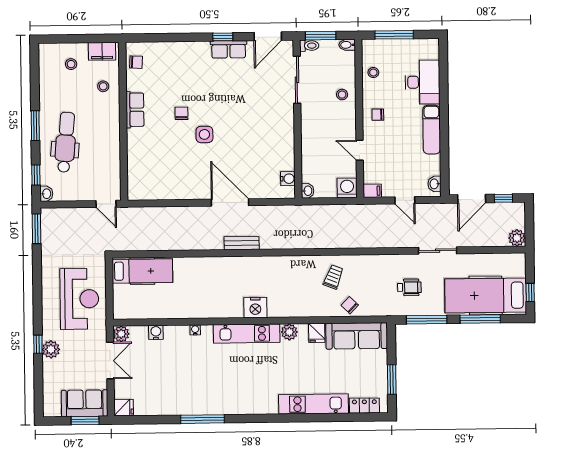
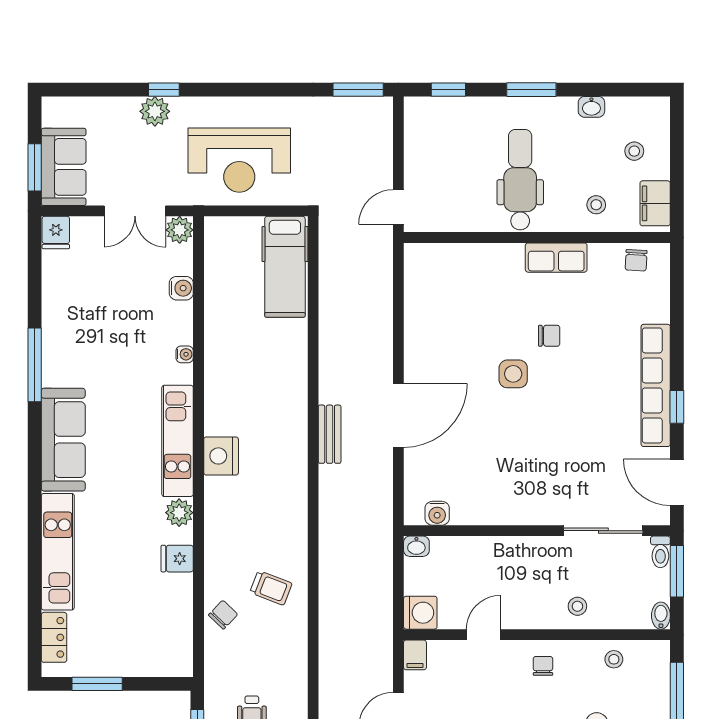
row of seats: (229, 49) -> (656, 385), width x2.02
dental chair: (66, 142) -> (520, 180), moved, turned -95
washbasin: (46, 194) -> (591, 107), moved
sofa: (357, 336) -> (63, 440), moved, turned 180

